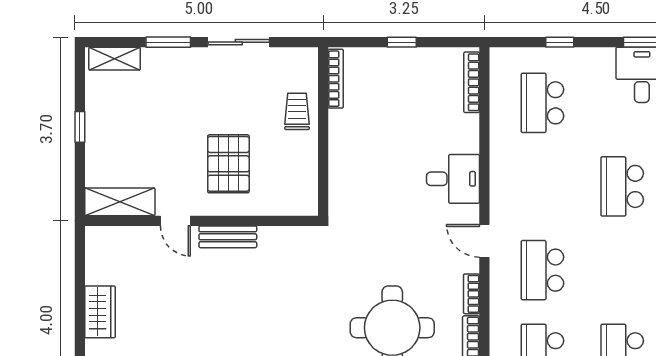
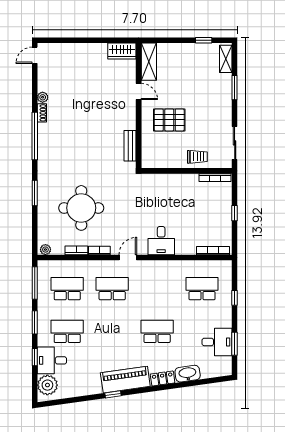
sliding door: (239, 42) -> (235, 143), moved
window: (80, 127) -> (204, 40), moved
door: (175, 221) -> (139, 92), swing flipped
bench: (228, 237) -> (130, 146), moved
wardrobe: (100, 312) -> (122, 51), moved

